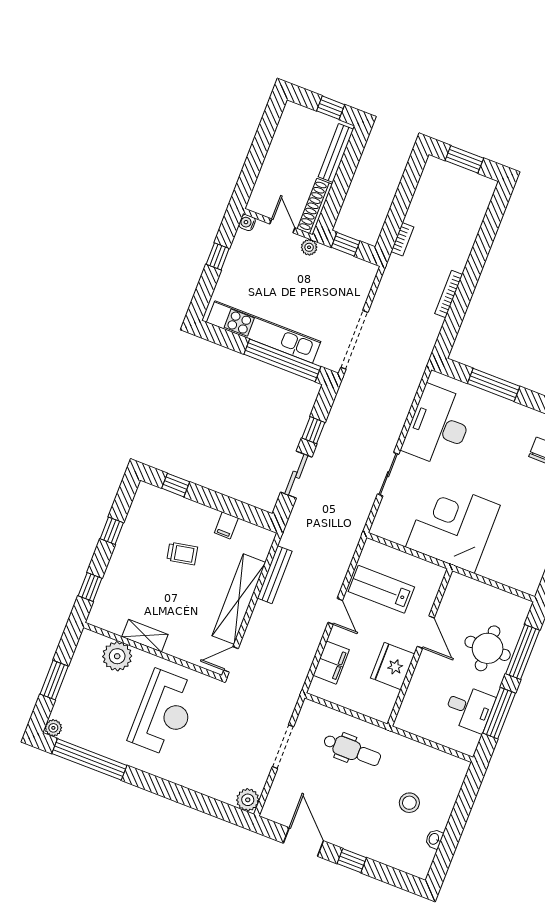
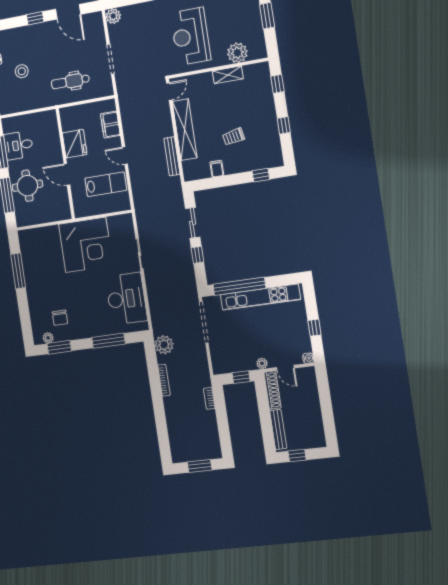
plant: (423, 339) -> (164, 345), added

